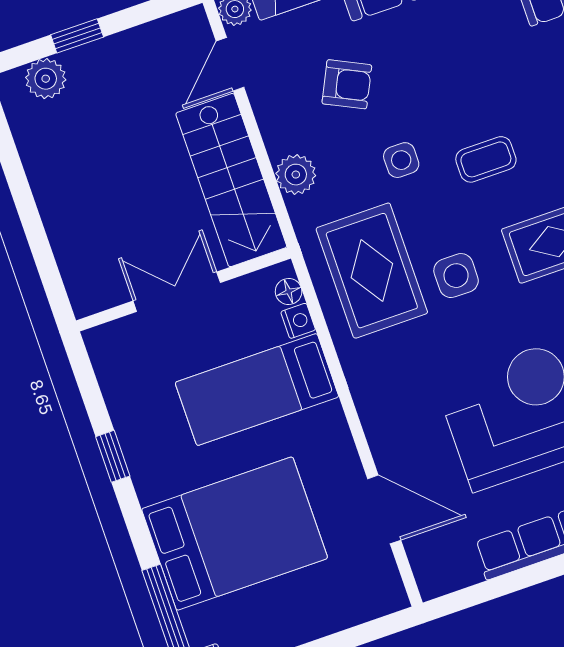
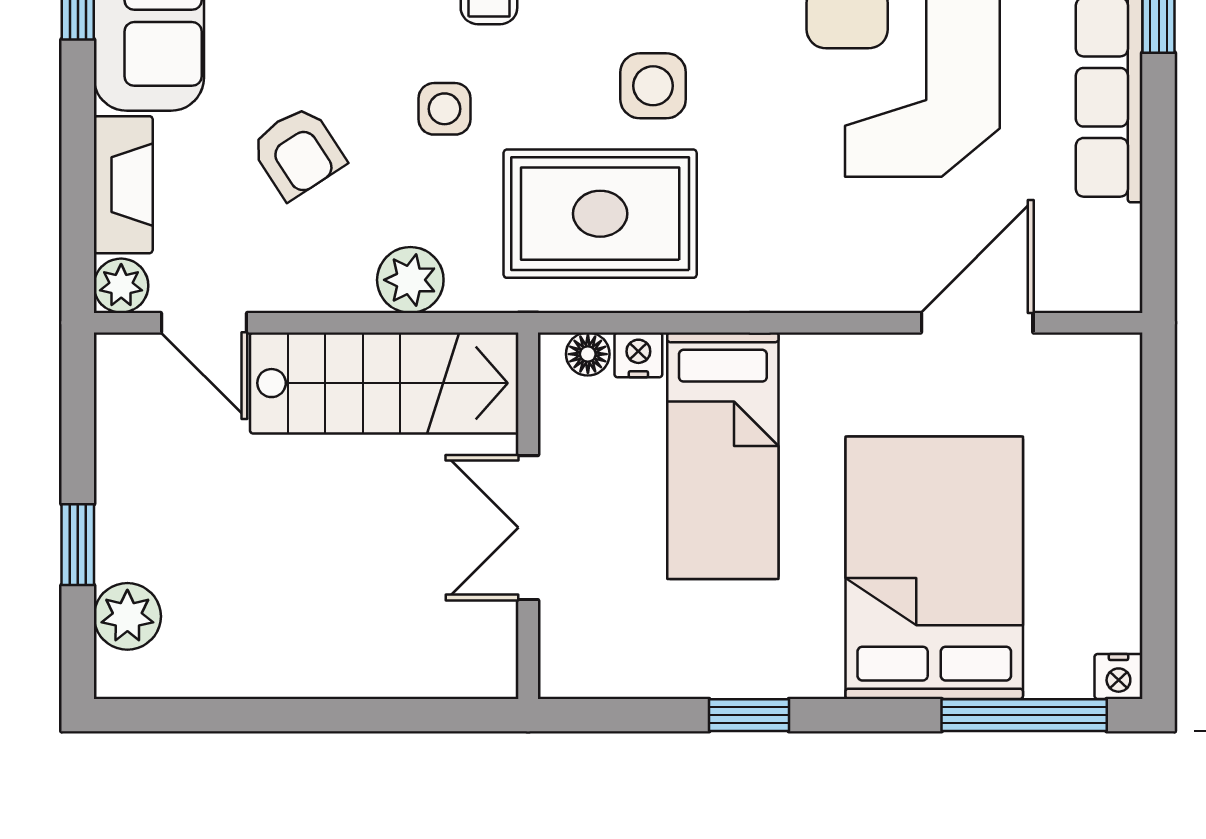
armchair: (347, 84) -> (298, 152), turned 121

